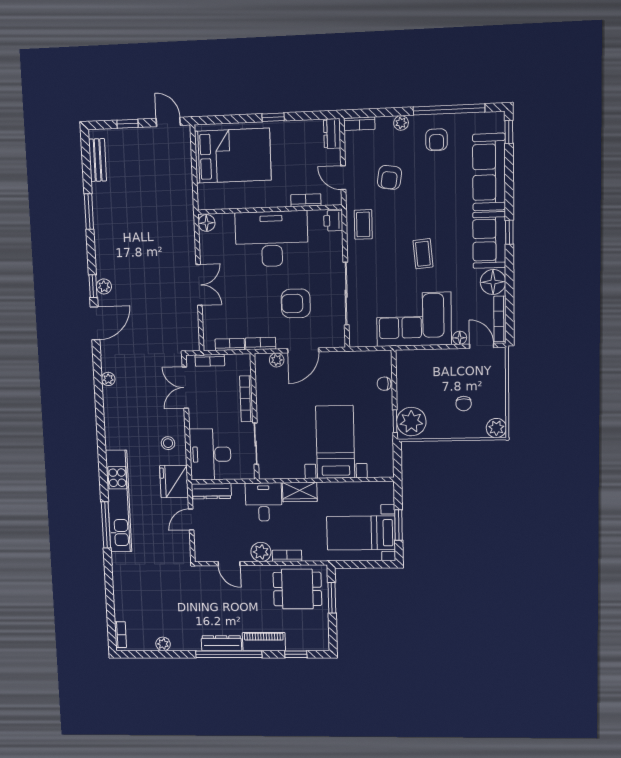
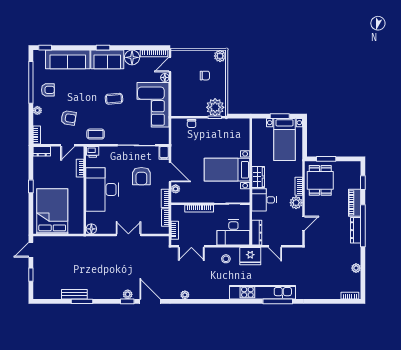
bench: (98, 160) -> (74, 294), moved
filing cabinet: (335, 340) -> (164, 153), added
bed with nightstands: (335, 442) -> (227, 170), moved

